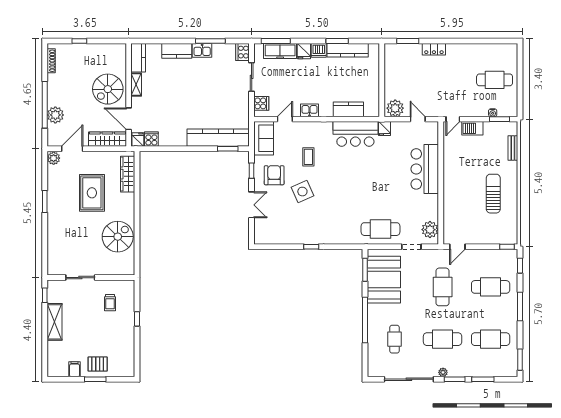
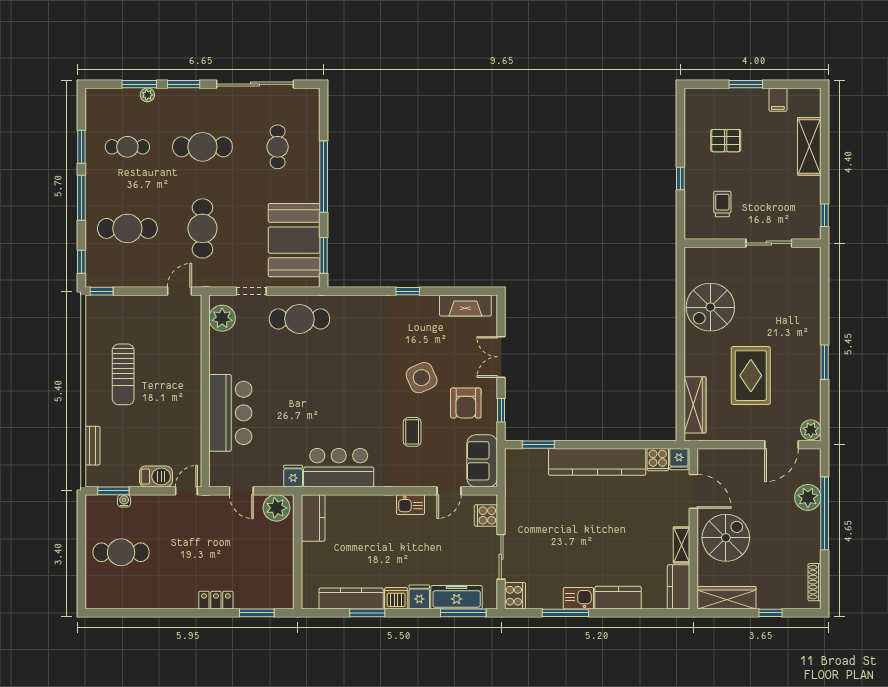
kitchen counter: (348, 109) -> (313, 518), moved, turned -90
kitchen counter: (218, 138) -> (597, 462), moved
wardrobe: (107, 139) -> (726, 598), moved, turned 180
fireplace: (274, 238) -> (465, 305), added
shelving: (54, 322) -> (809, 146), moved
cafe table: (491, 339) -> (127, 147), width x0.73, depth x0.74
window: (520, 360) -> (81, 147), moved
pallet: (98, 364) -> (726, 141), moved
plant: (443, 372) -> (147, 95), moved

